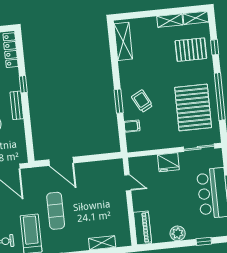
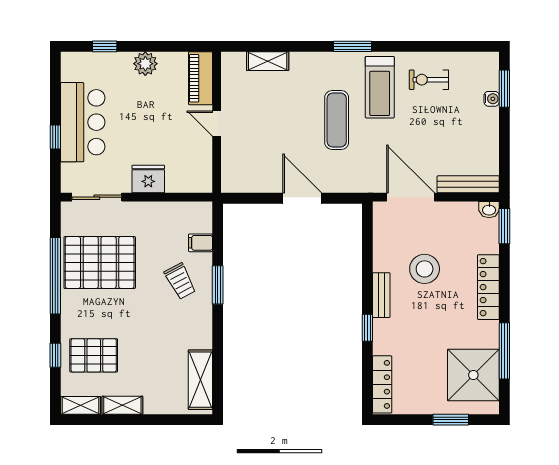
pallet: (193, 107) -> (100, 263), turned 90
door: (61, 161) -> (302, 198), moved
door: (128, 183) -> (217, 123), moved

